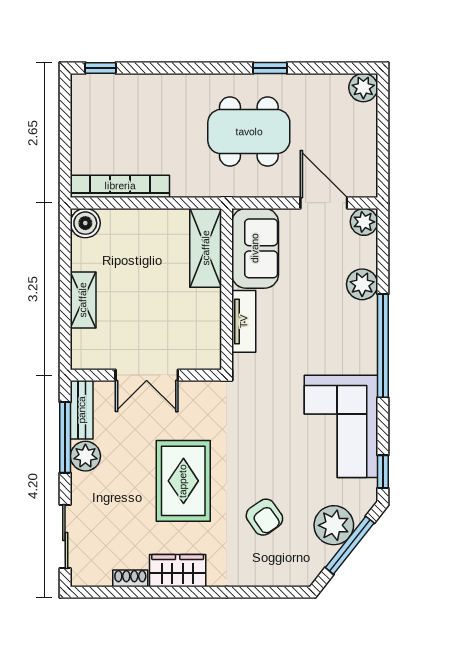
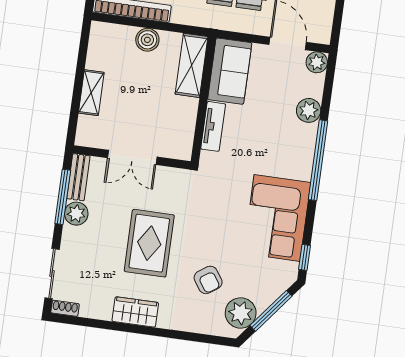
boiler: (85, 223) -> (147, 40), moved
plant: (334, 525) -> (241, 313), moved
shoe rack: (130, 578) -> (65, 308), moved

